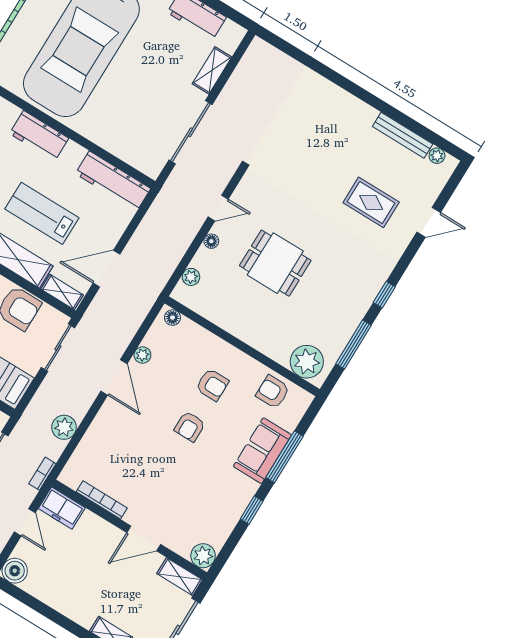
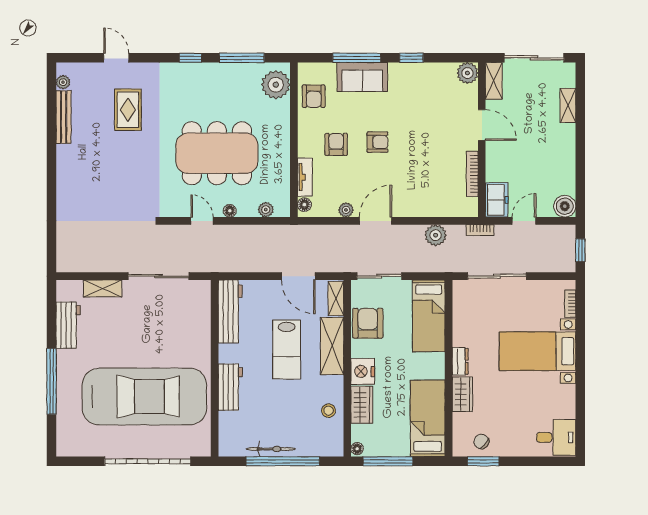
dining table: (275, 263) -> (217, 153), width x1.88, depth x1.24
tv unit: (199, 335) -> (305, 177), added

